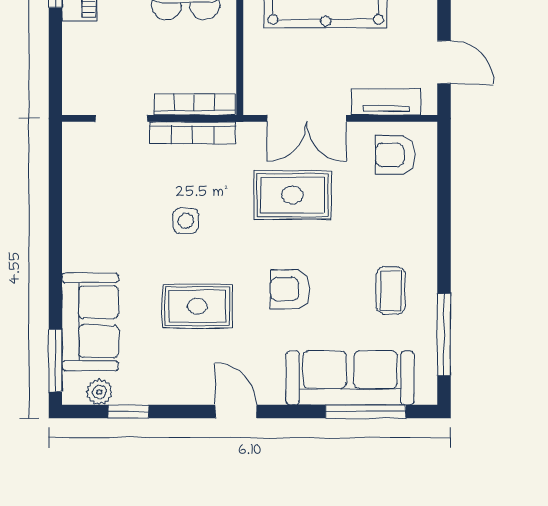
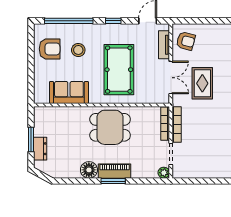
plant: (76, 101) -> (164, 173), added
armchair: (395, 155) -> (186, 41), turned -75
side table: (186, 221) -> (213, 127), removed

